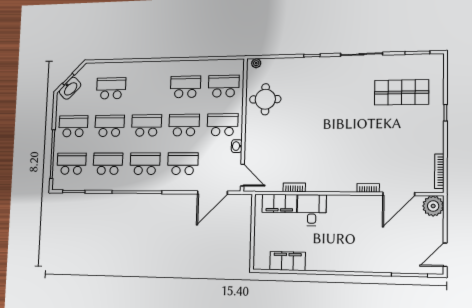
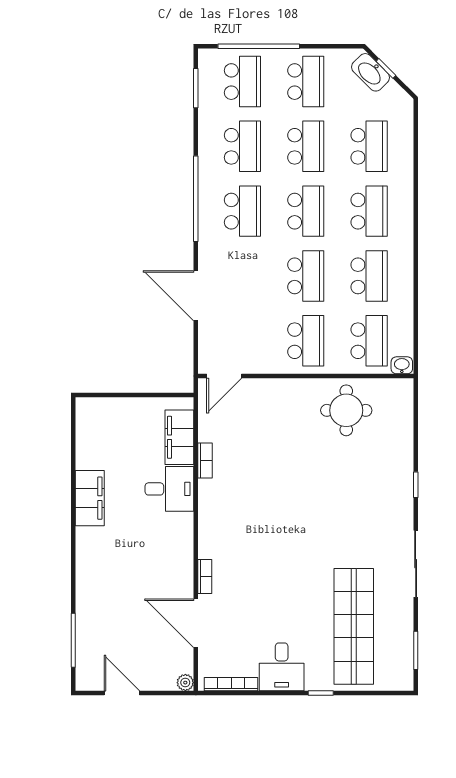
plant: (256, 63) -> (406, 394), removed
shop shelf: (401, 92) -> (354, 626), width x1.40
desk: (428, 138) -> (282, 667), added
washbasin: (237, 146) -> (402, 365), moved
school desk: (183, 164) -> (369, 211), moved
door: (213, 193) -> (196, 296), moved
plant: (433, 206) -> (185, 683), width x0.53, depth x0.53
door: (445, 255) -> (122, 693), moved
filing cabinet: (288, 261) -> (90, 498), moved

